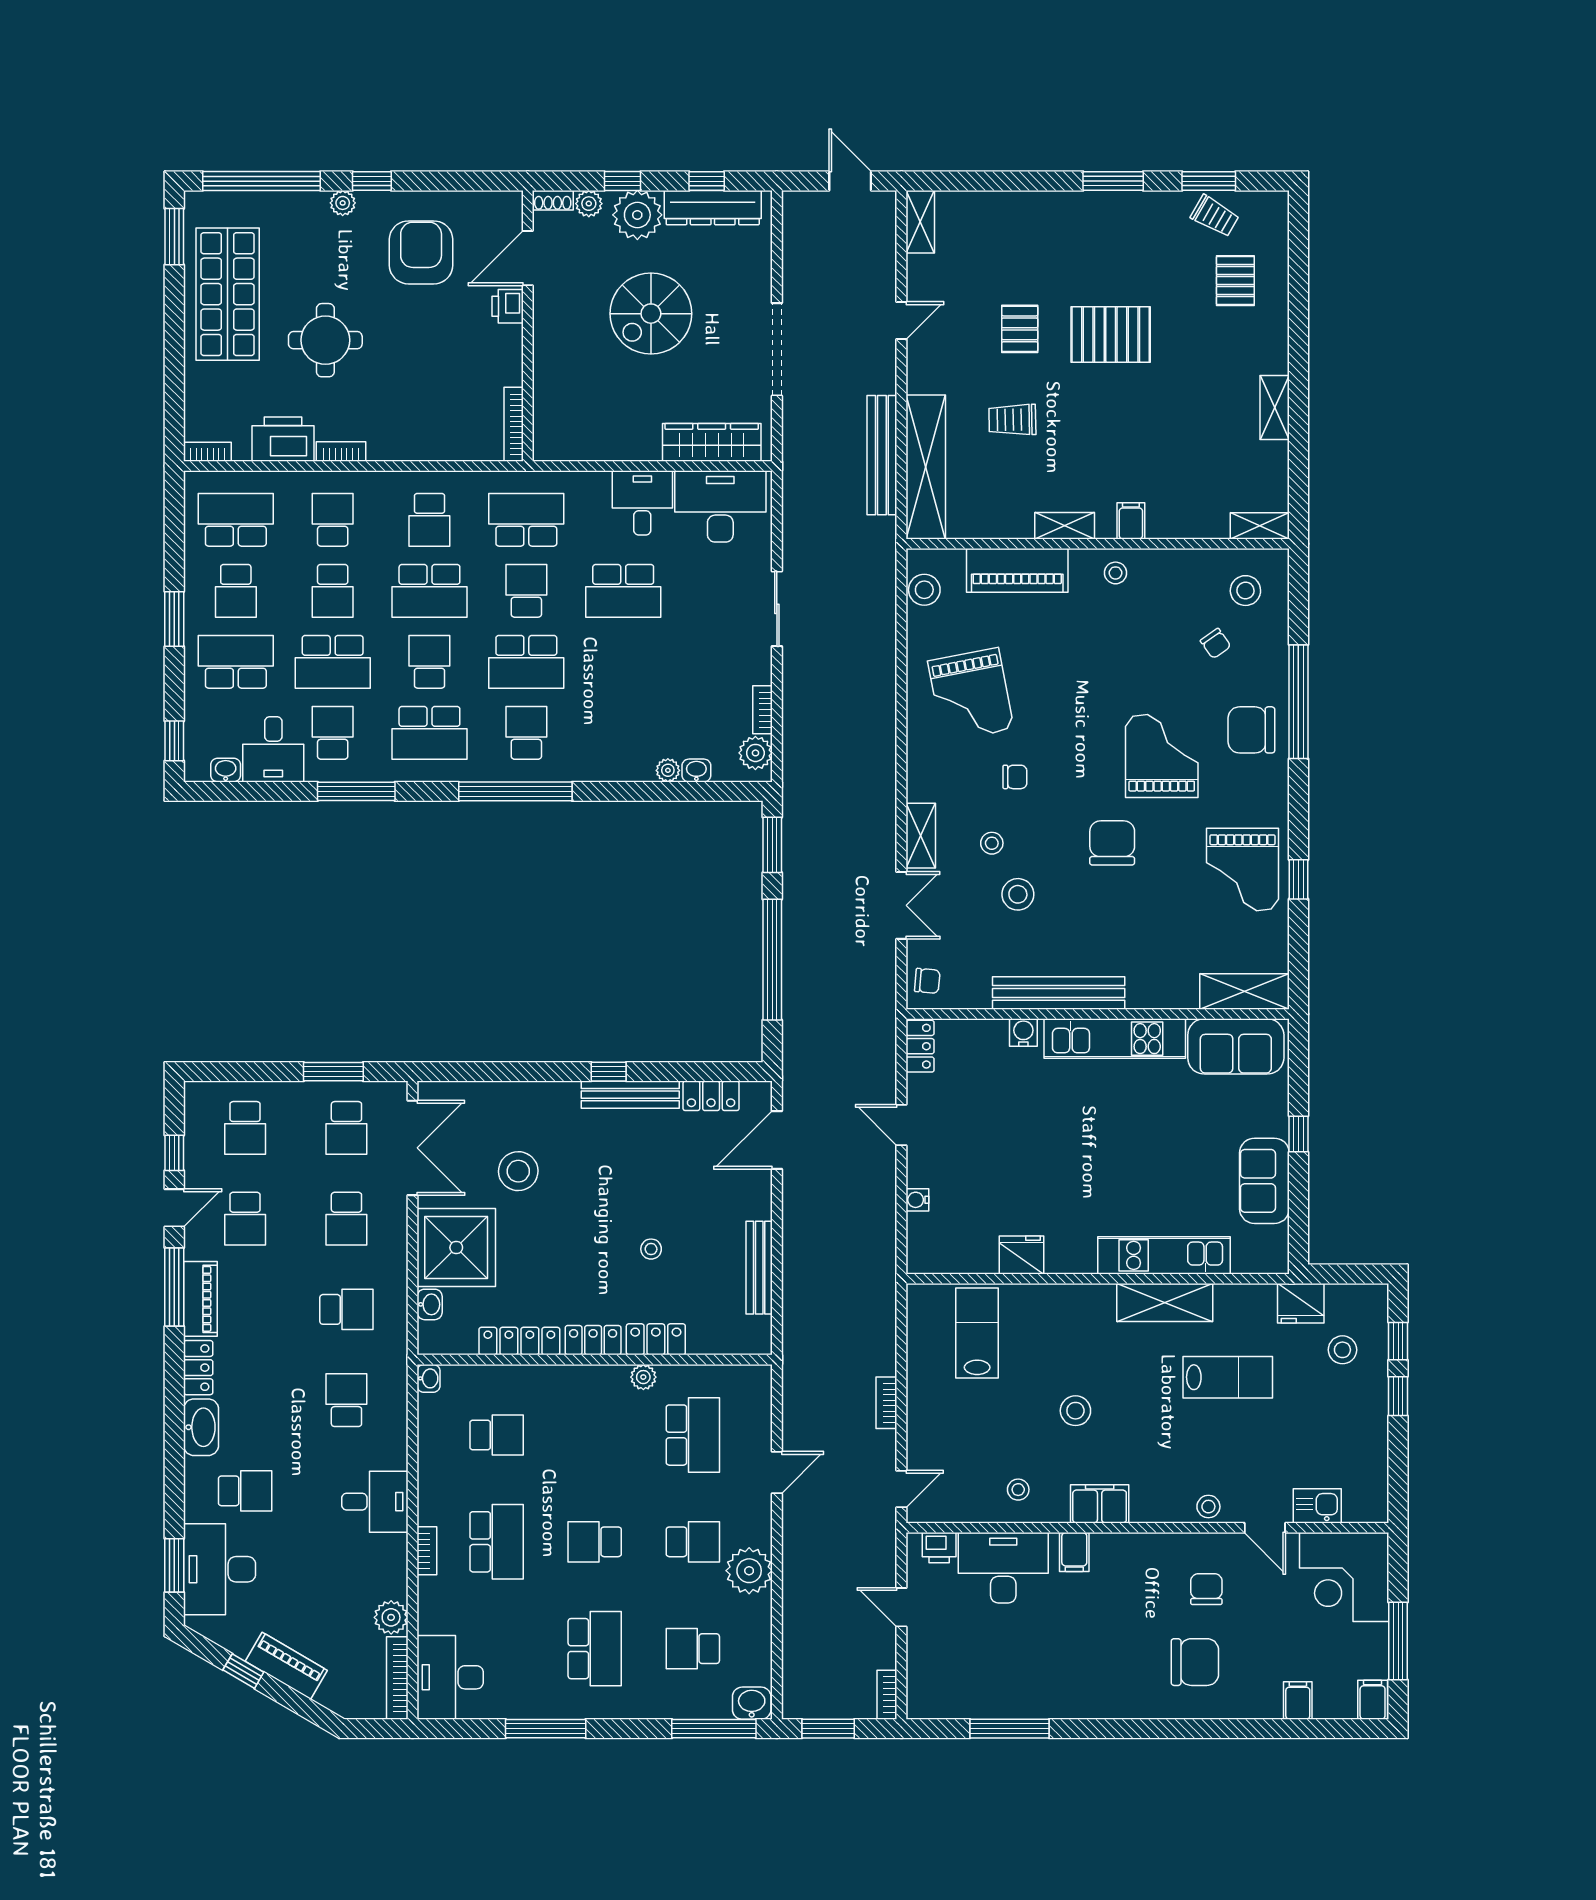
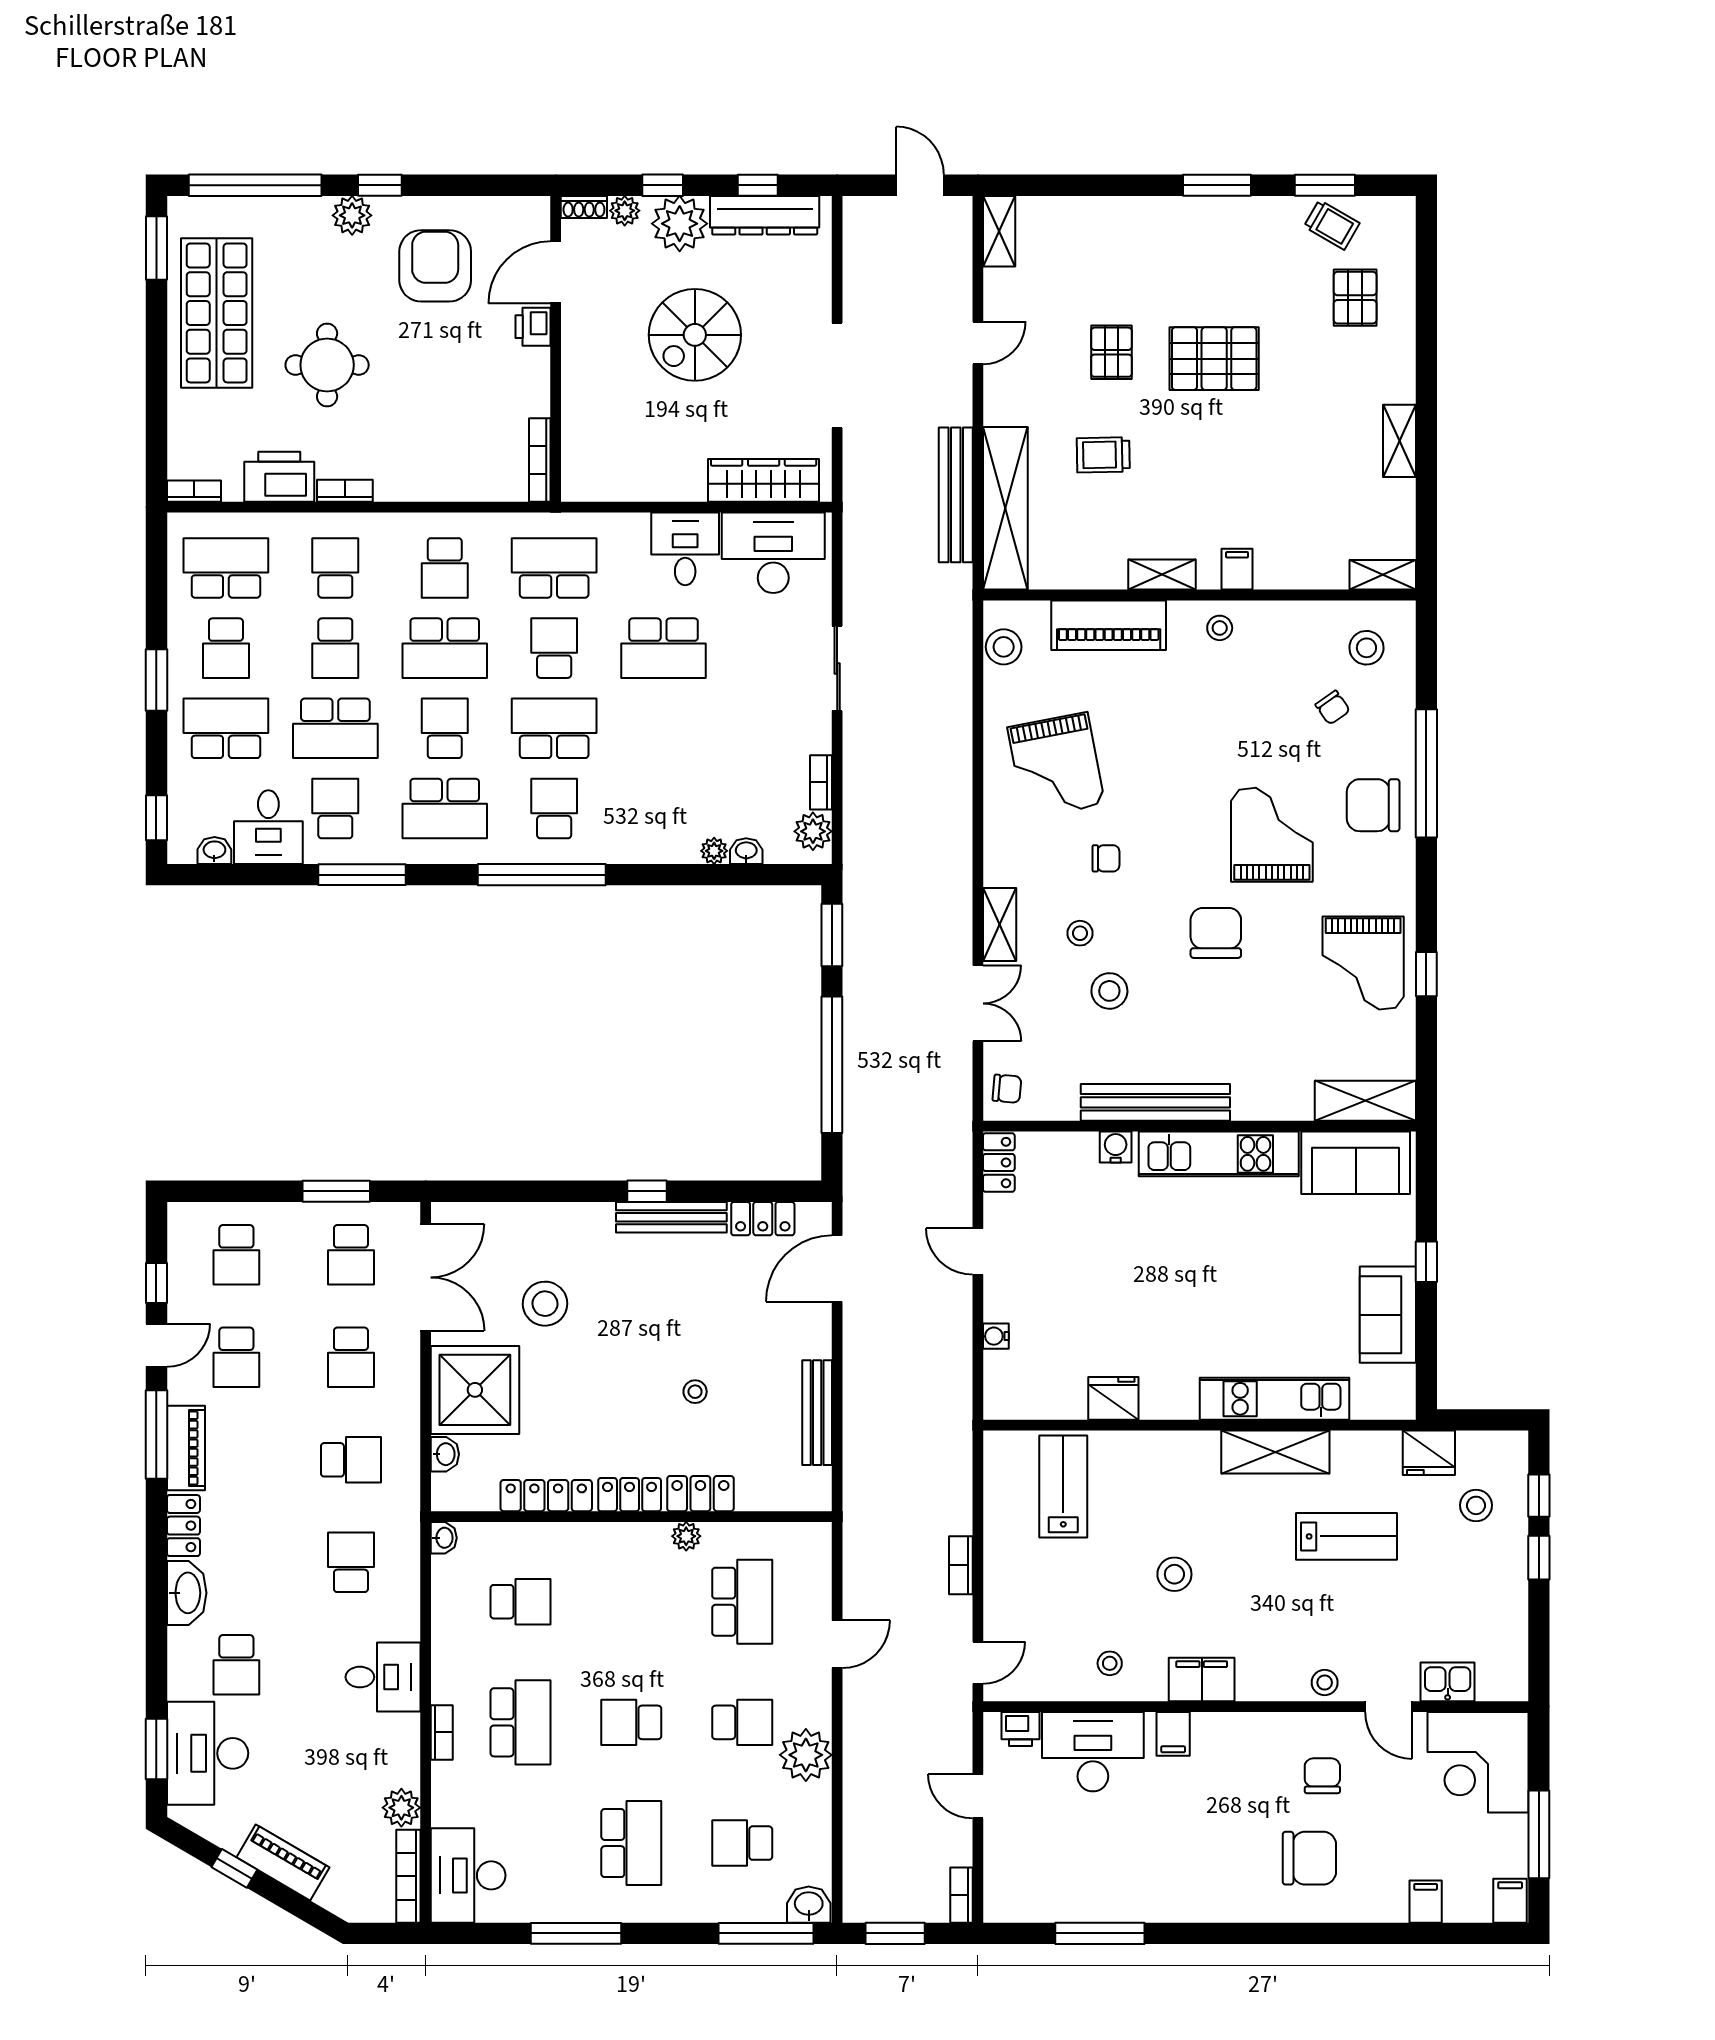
plant: (343, 203) -> (352, 215), width x1.38, depth x1.38
school desk: (526, 662) -> (554, 728), turned 180
school desk: (245, 1491) -> (236, 1665), turned 90

